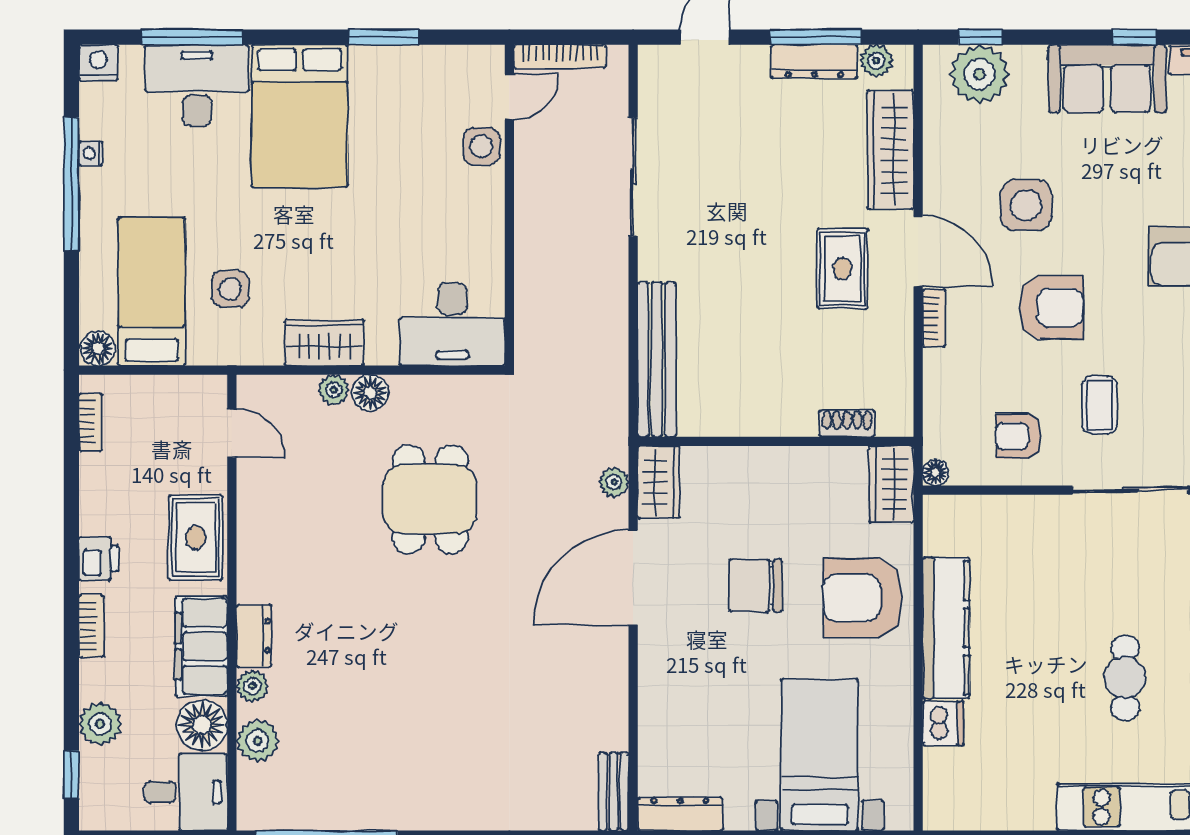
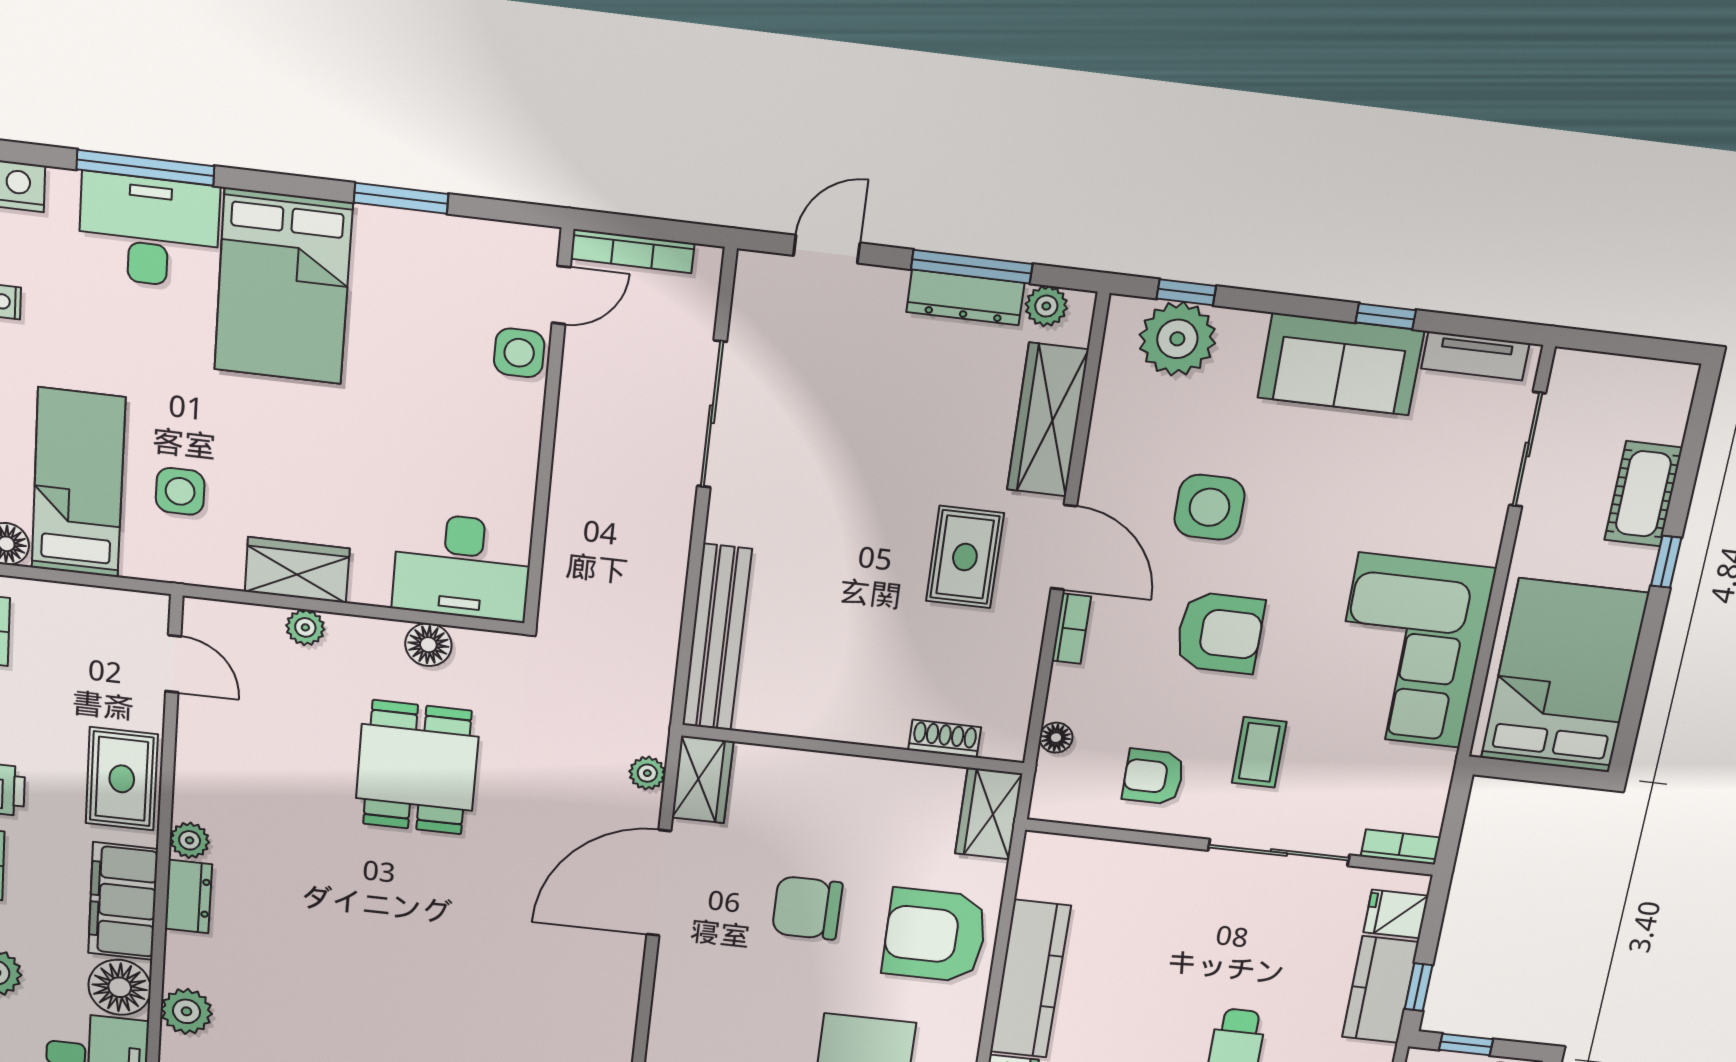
floor lamp: (370, 393) -> (428, 645), moved
floor lamp: (936, 473) -> (1056, 738), moved
plant: (252, 686) -> (190, 840), moved

